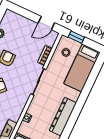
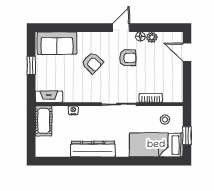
door: (46, 23) -> (187, 52), moved
window: (76, 37) -> (187, 135), moved

